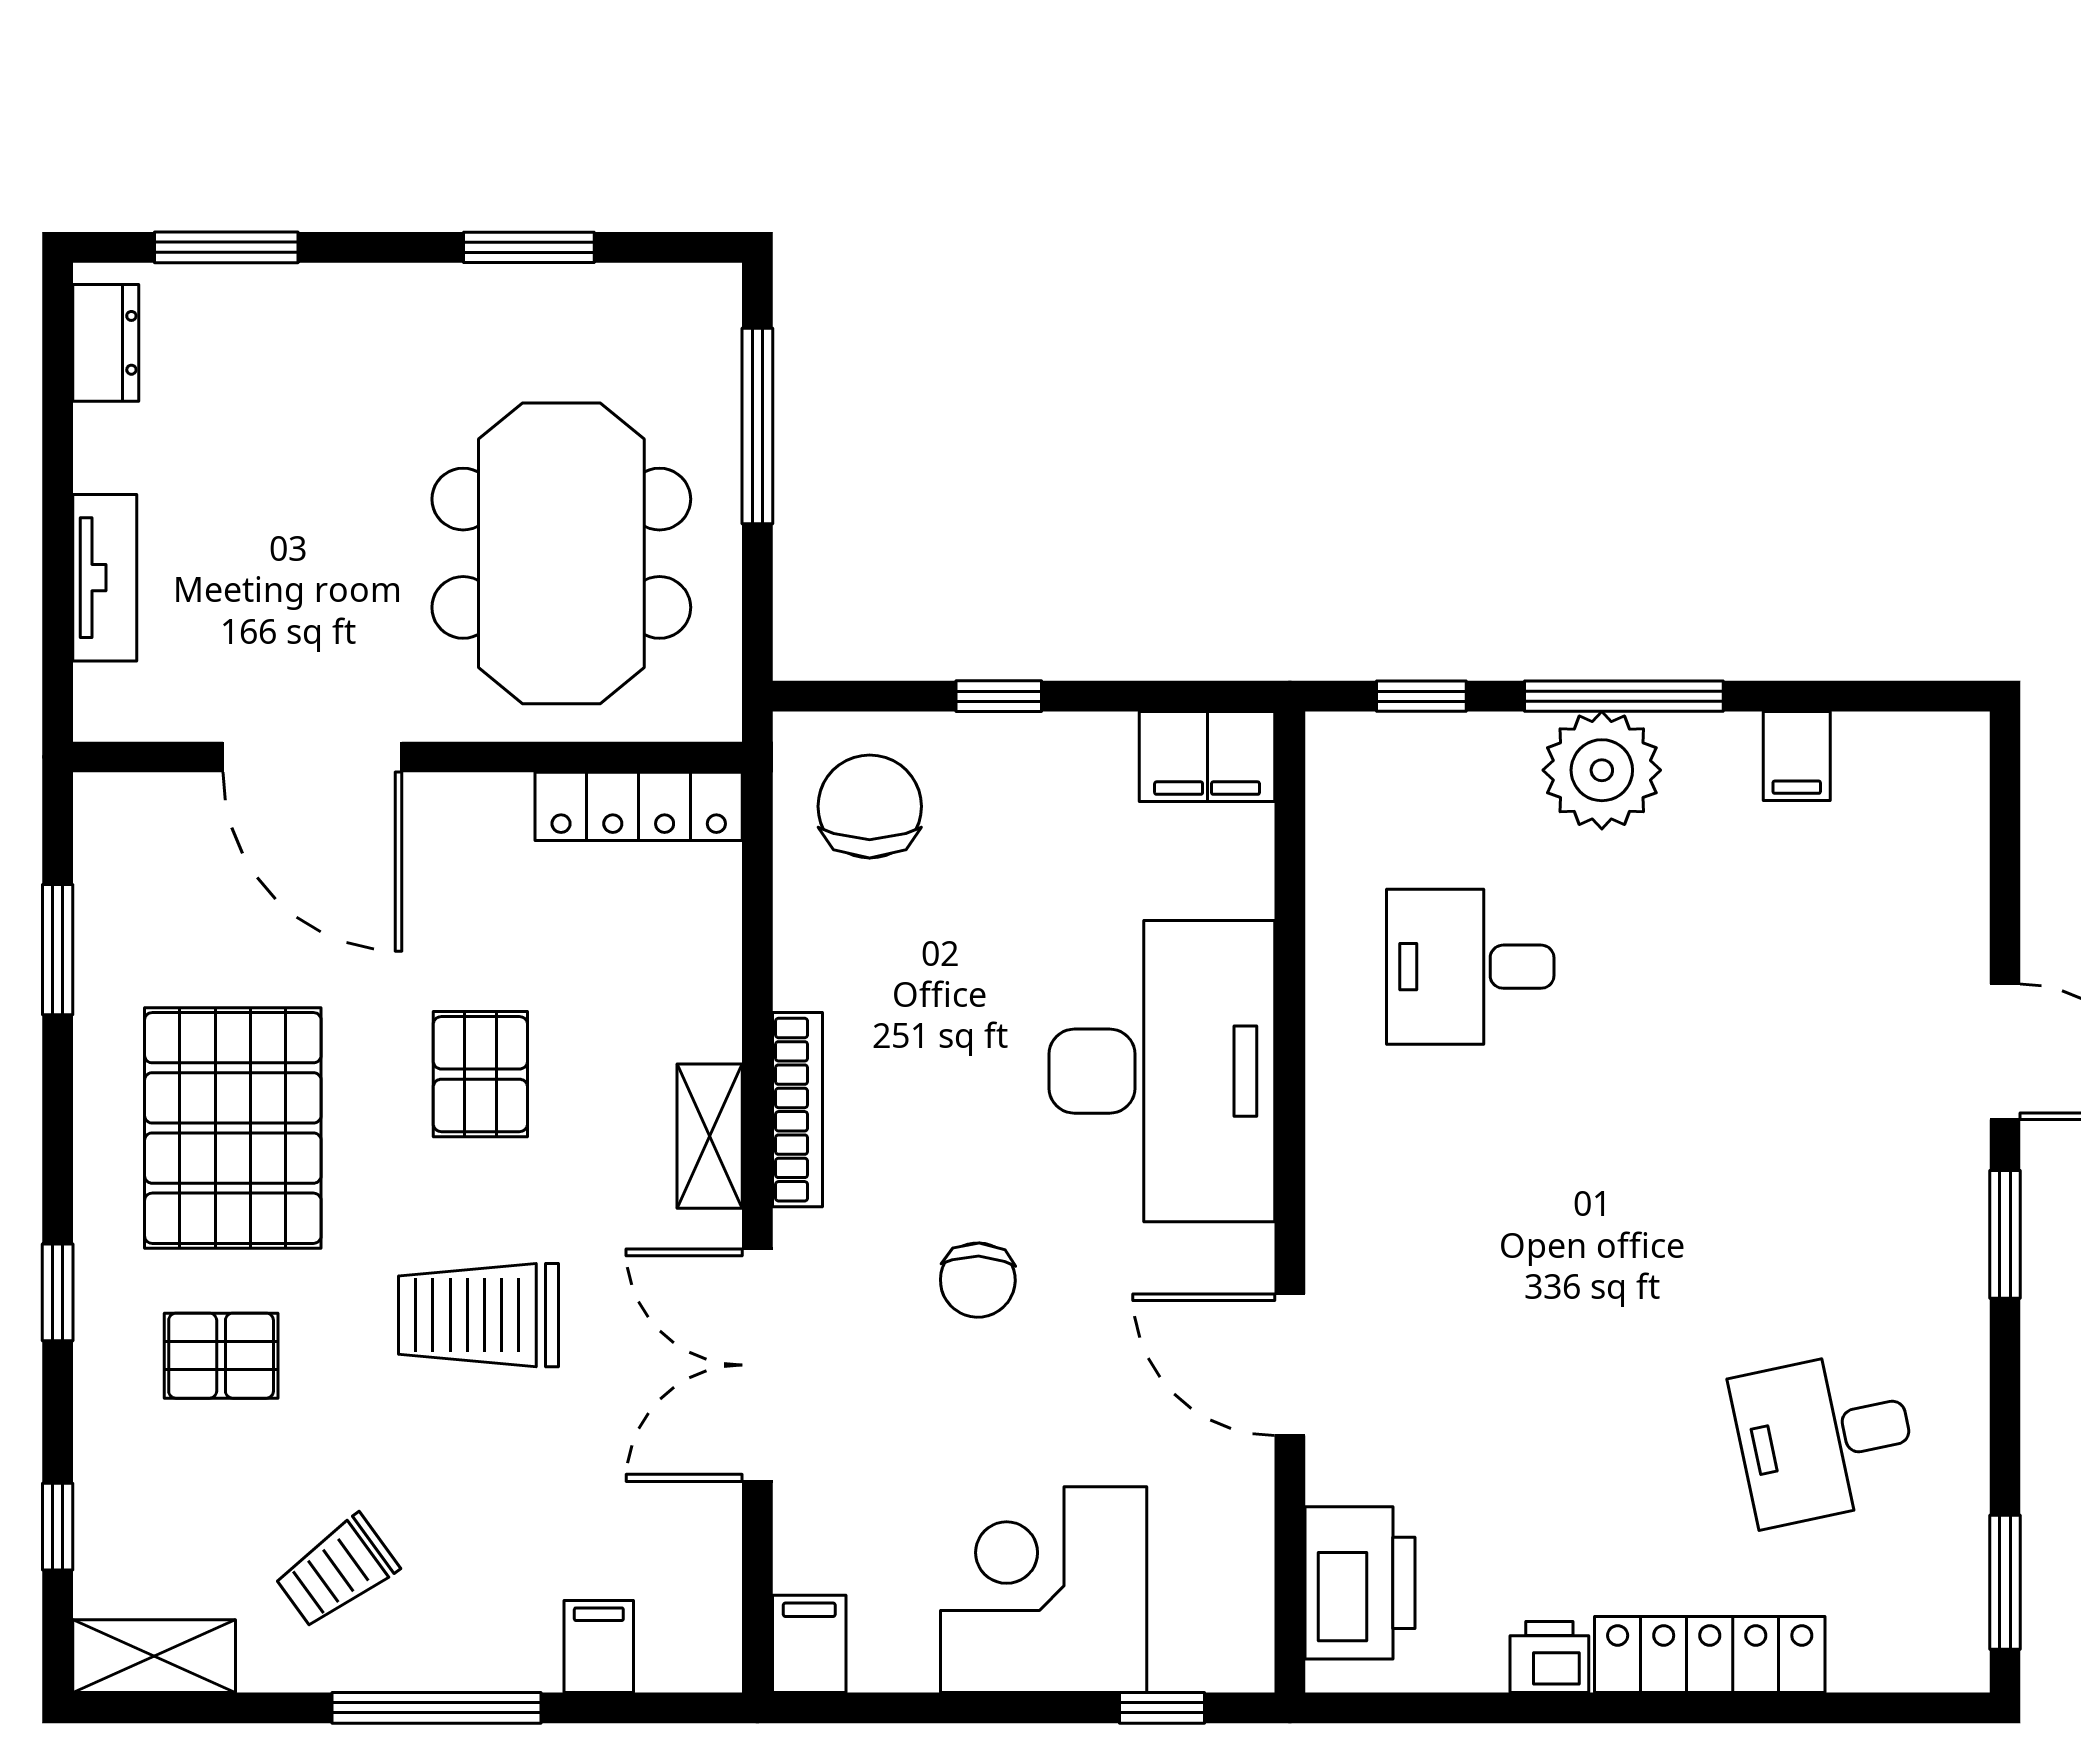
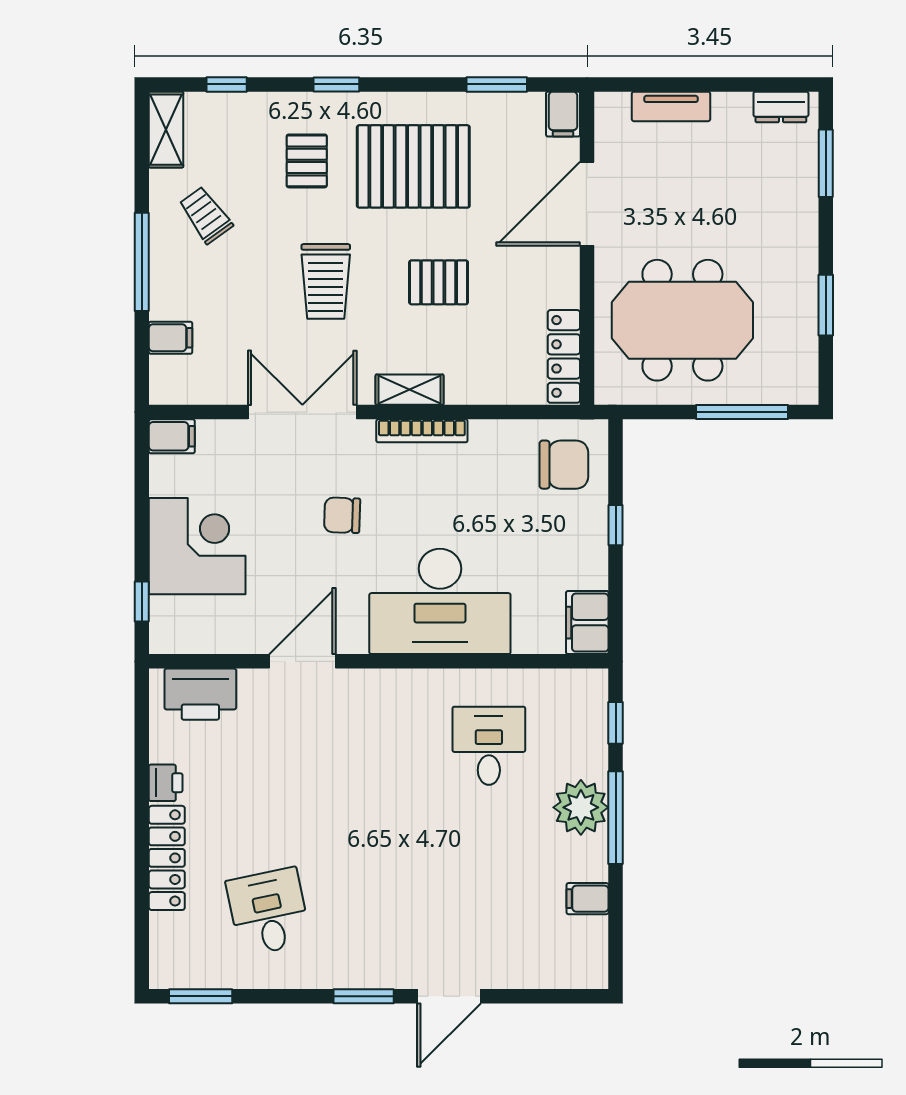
filing cabinet: (121, 808) -> (563, 114), added
trolley: (478, 1315) -> (326, 281), turned 180

